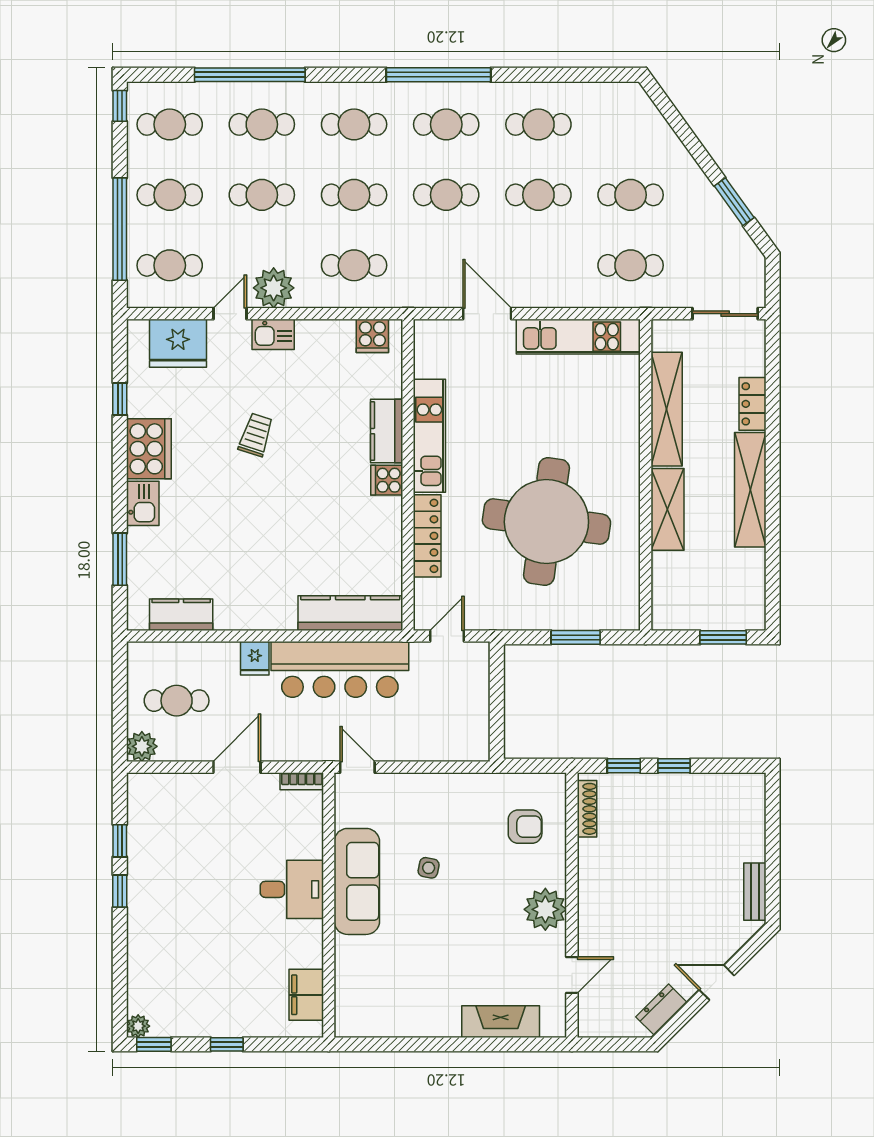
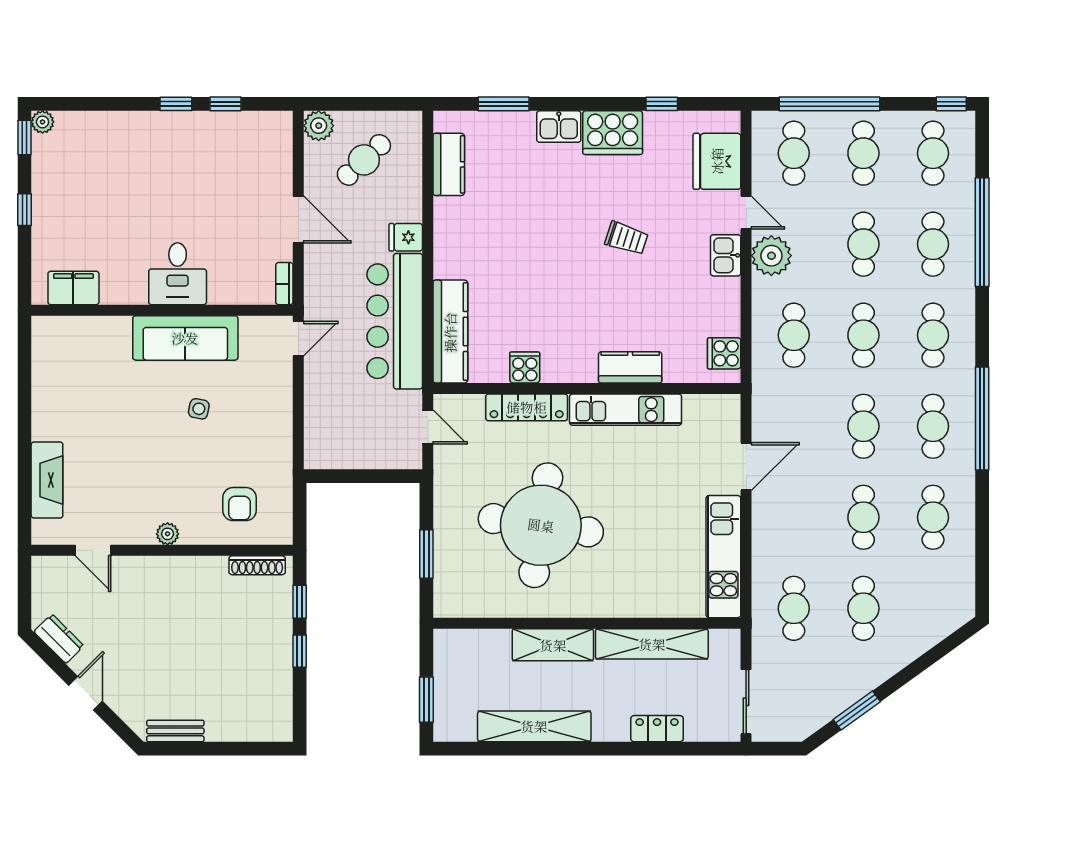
cooker: (387, 480) -> (525, 367), moved
shelving: (750, 490) -> (534, 726), moved
cafe table: (177, 701) -> (364, 160), turned 47
plant: (545, 909) -> (168, 534), width x0.53, depth x0.53

